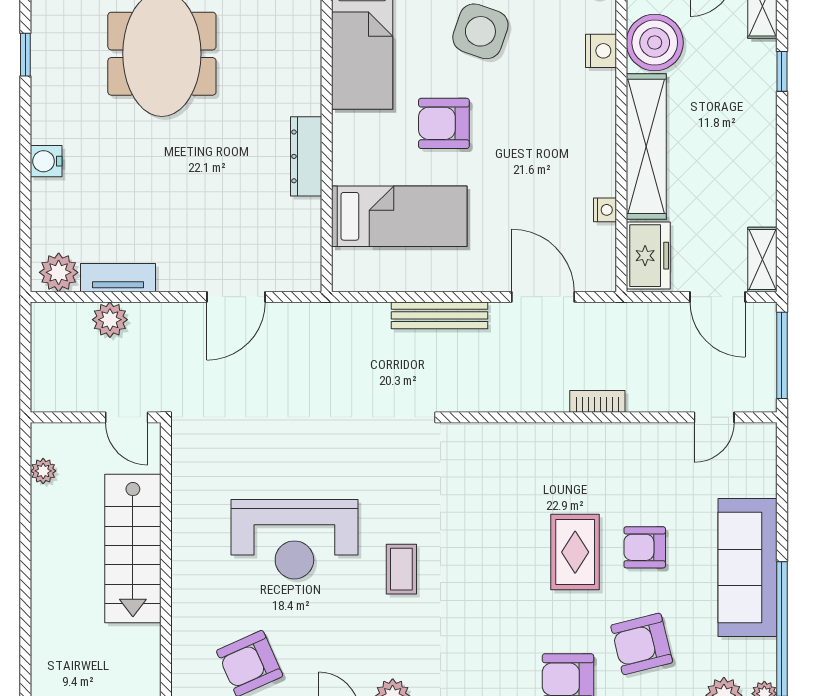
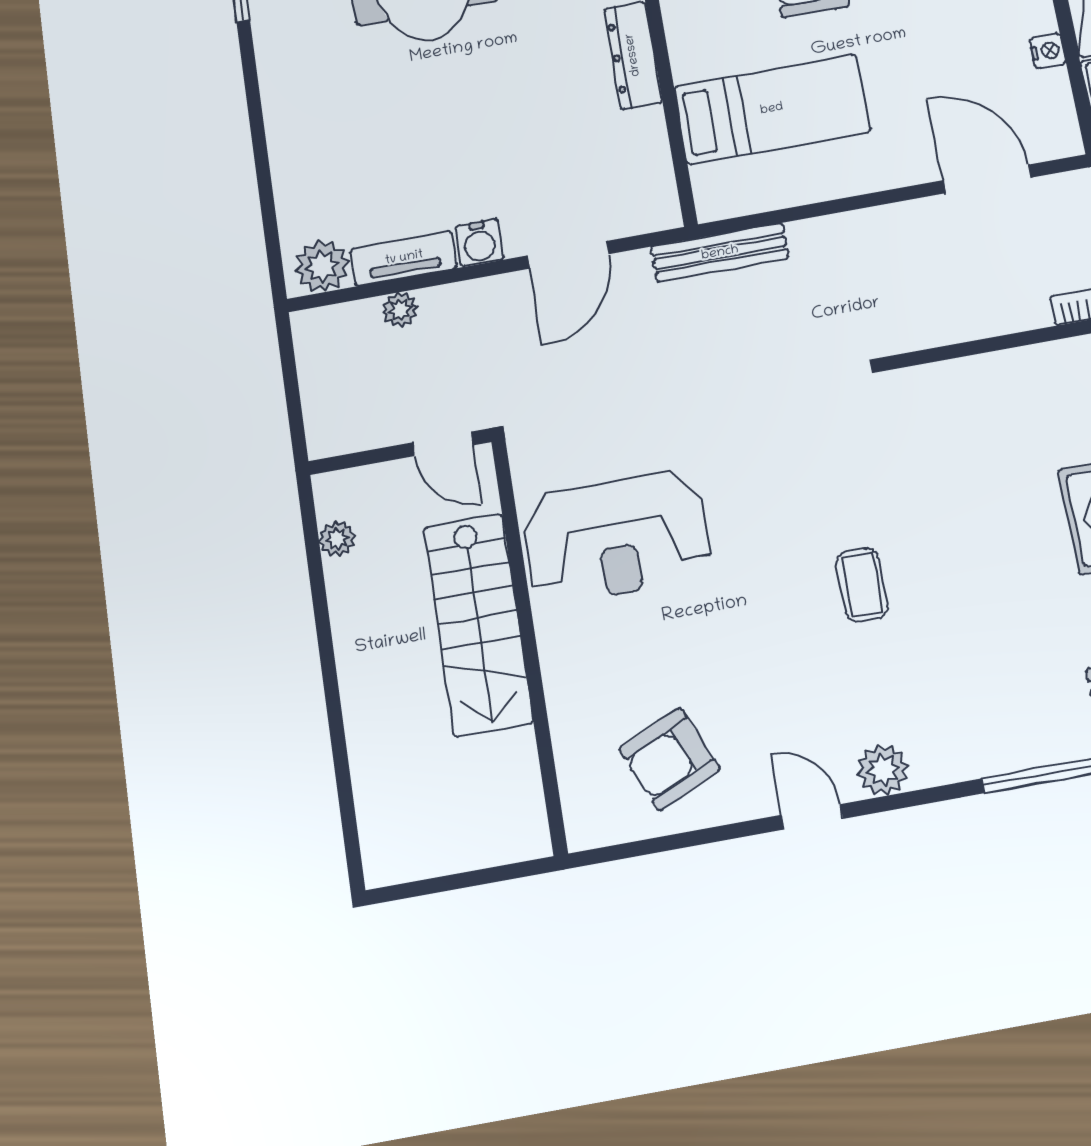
water cooler: (46, 161) -> (479, 243), moved, turned -90
bench: (439, 315) -> (720, 253), moved
plant: (110, 320) -> (400, 310), width x0.73, depth x0.73
reception desk: (294, 539) -> (617, 537), moved

